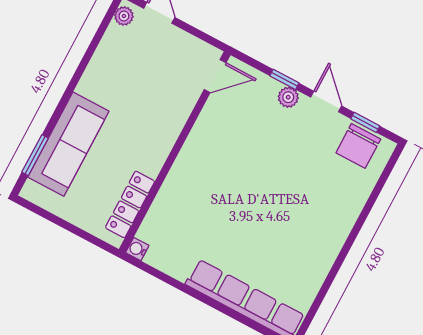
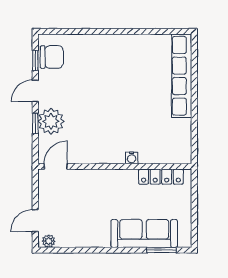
door: (215, 76) -> (56, 166), hinge flipped
plant: (288, 97) -> (51, 121), width x1.87, depth x1.87
water cooler: (137, 249) -> (132, 158), moved

